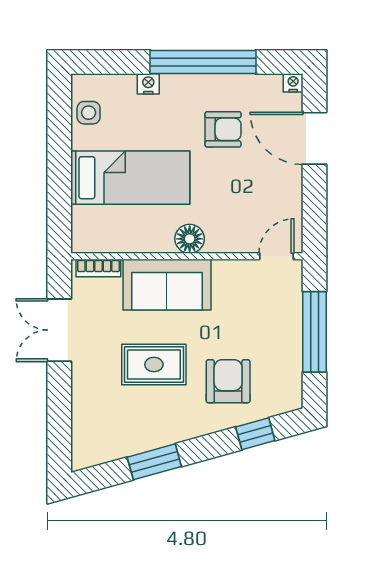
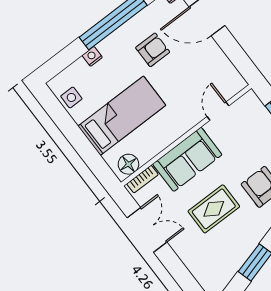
floor lamp: (190, 239) -> (128, 164), moved
door: (276, 256) -> (218, 111), moved
double door: (59, 330) -> (147, 230), swing flipped

